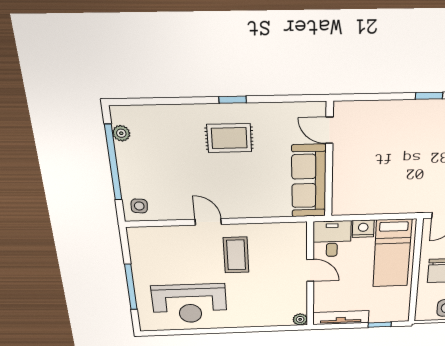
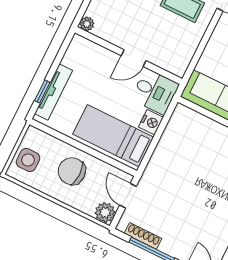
tv unit: (341, 318) -> (53, 92), moved

